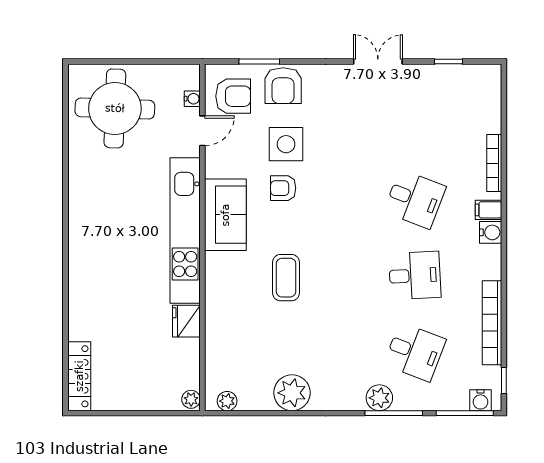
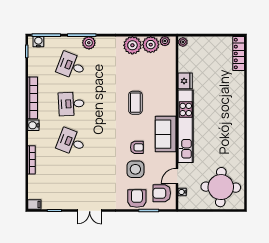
filing cabinet: (488, 210) -> (34, 204), moved
bookcase: (492, 323) -> (33, 98), moved
plant: (255, 394) -> (151, 45), added

